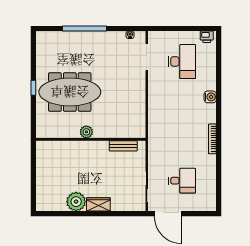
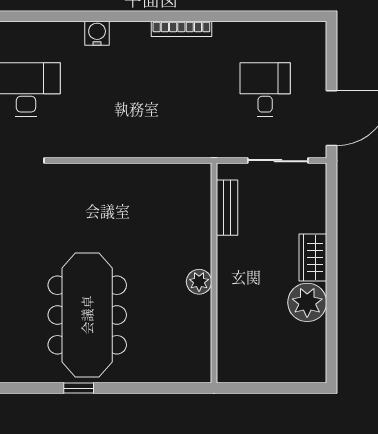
plant: (86, 132) -> (199, 282), moved
wall: (91, 139) -> (214, 273), moved
bench: (123, 146) -> (227, 208), moved

